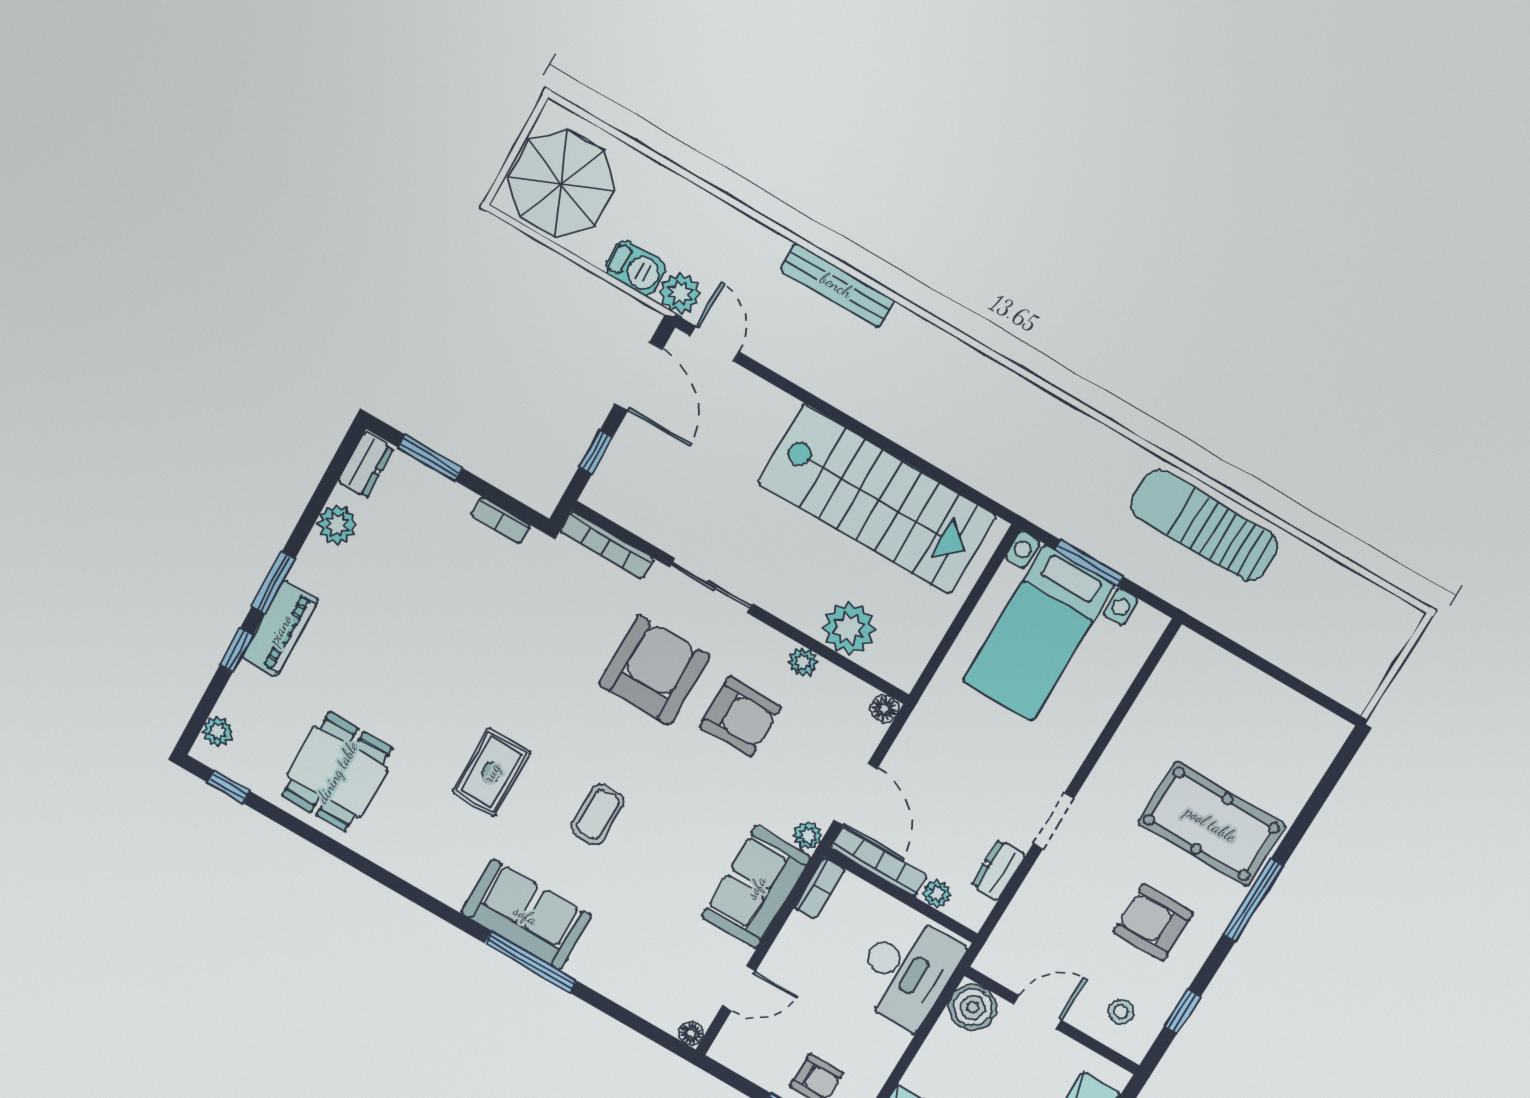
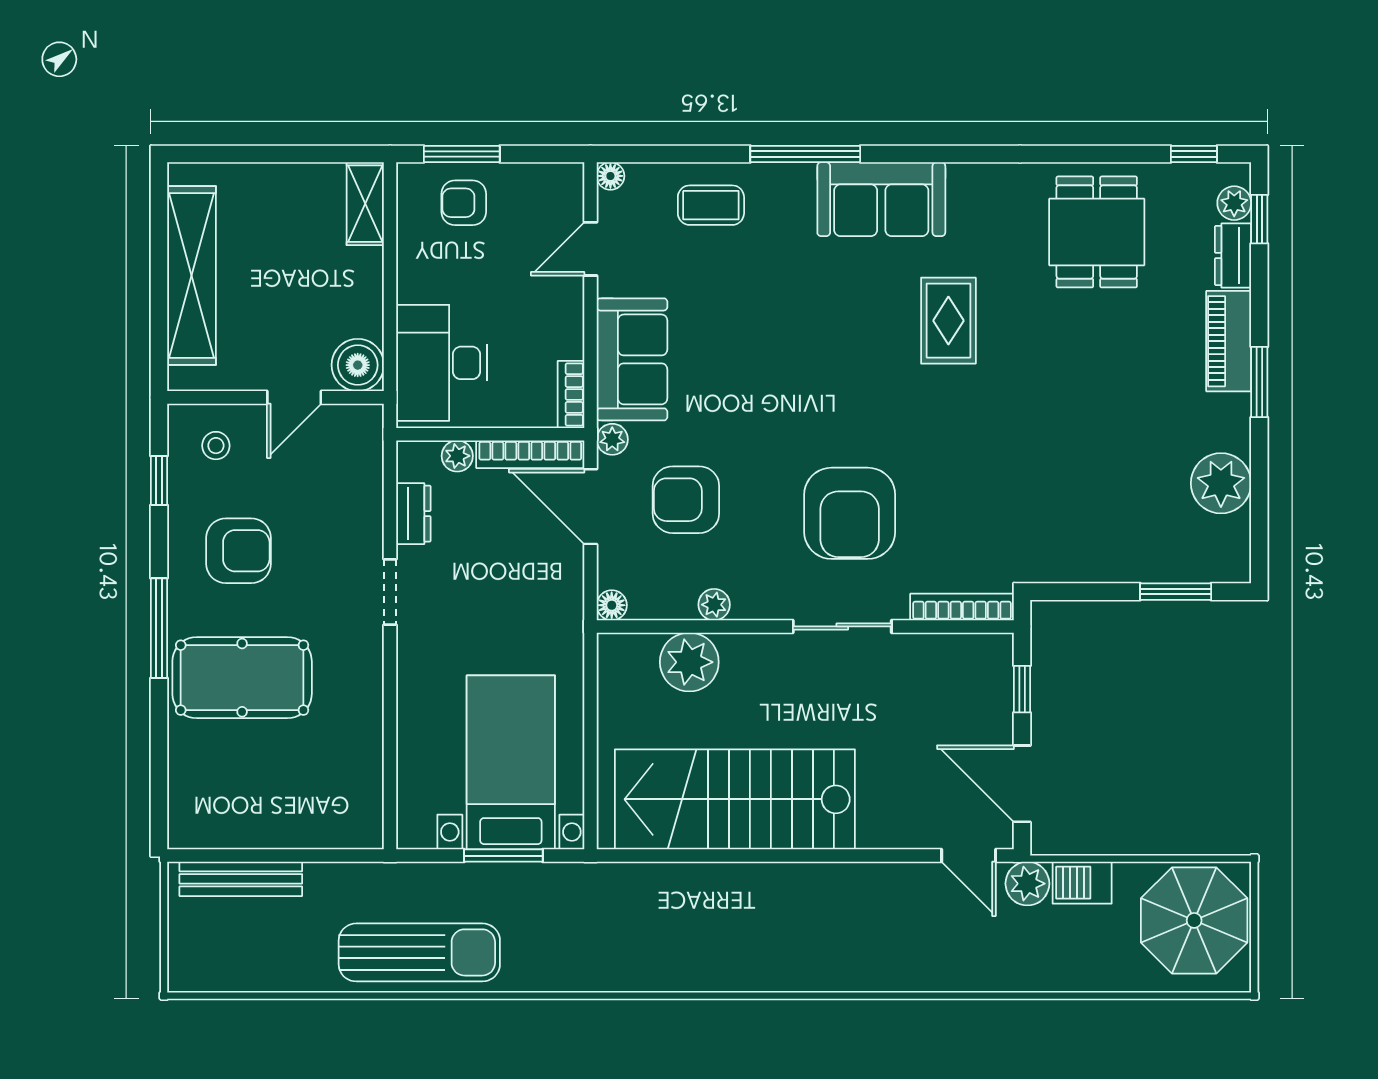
bench: (837, 285) -> (241, 879), moved
dresser: (366, 465) -> (1233, 256), moved
bookcase: (500, 520) -> (1076, 571), removed
plant: (337, 524) -> (1221, 483), width x1.36, depth x1.36
window: (236, 650) -> (1259, 219), moved
armchair: (740, 717) -> (686, 500), moved
coffee table: (598, 814) -> (711, 205), moved, turned 90
sofa: (526, 915) -> (881, 199), moved

